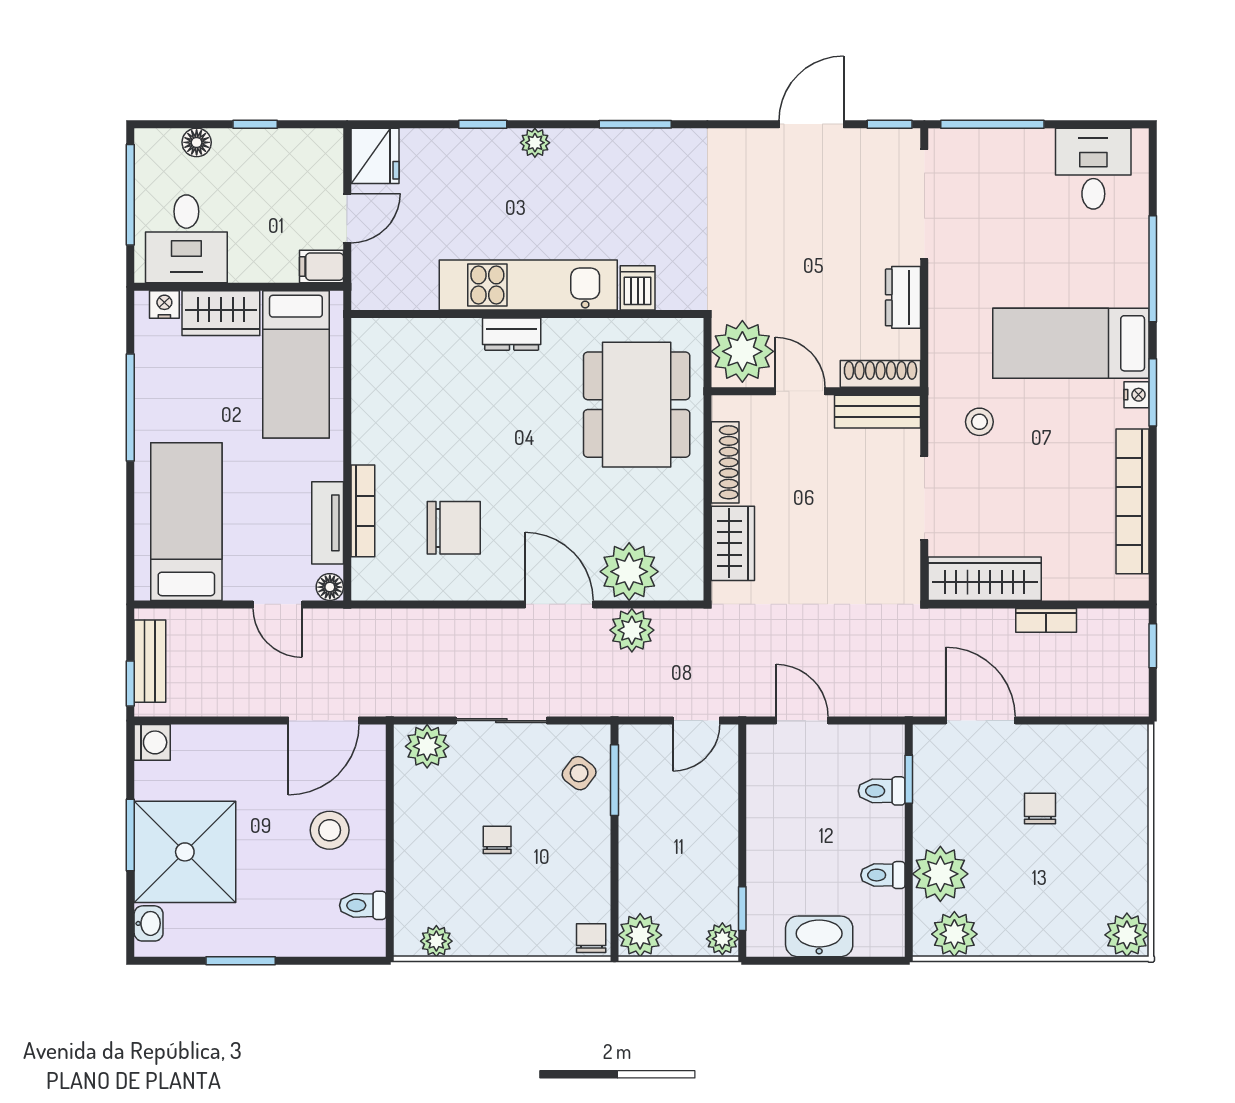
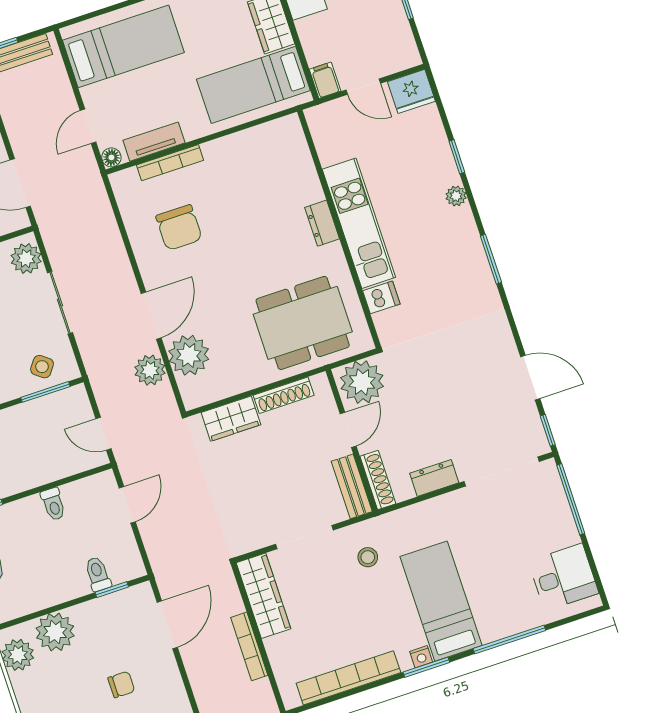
bookcase: (1046, 620) -> (249, 646), width x1.56
toilet: (883, 875) -> (53, 504), moved, turned 180

